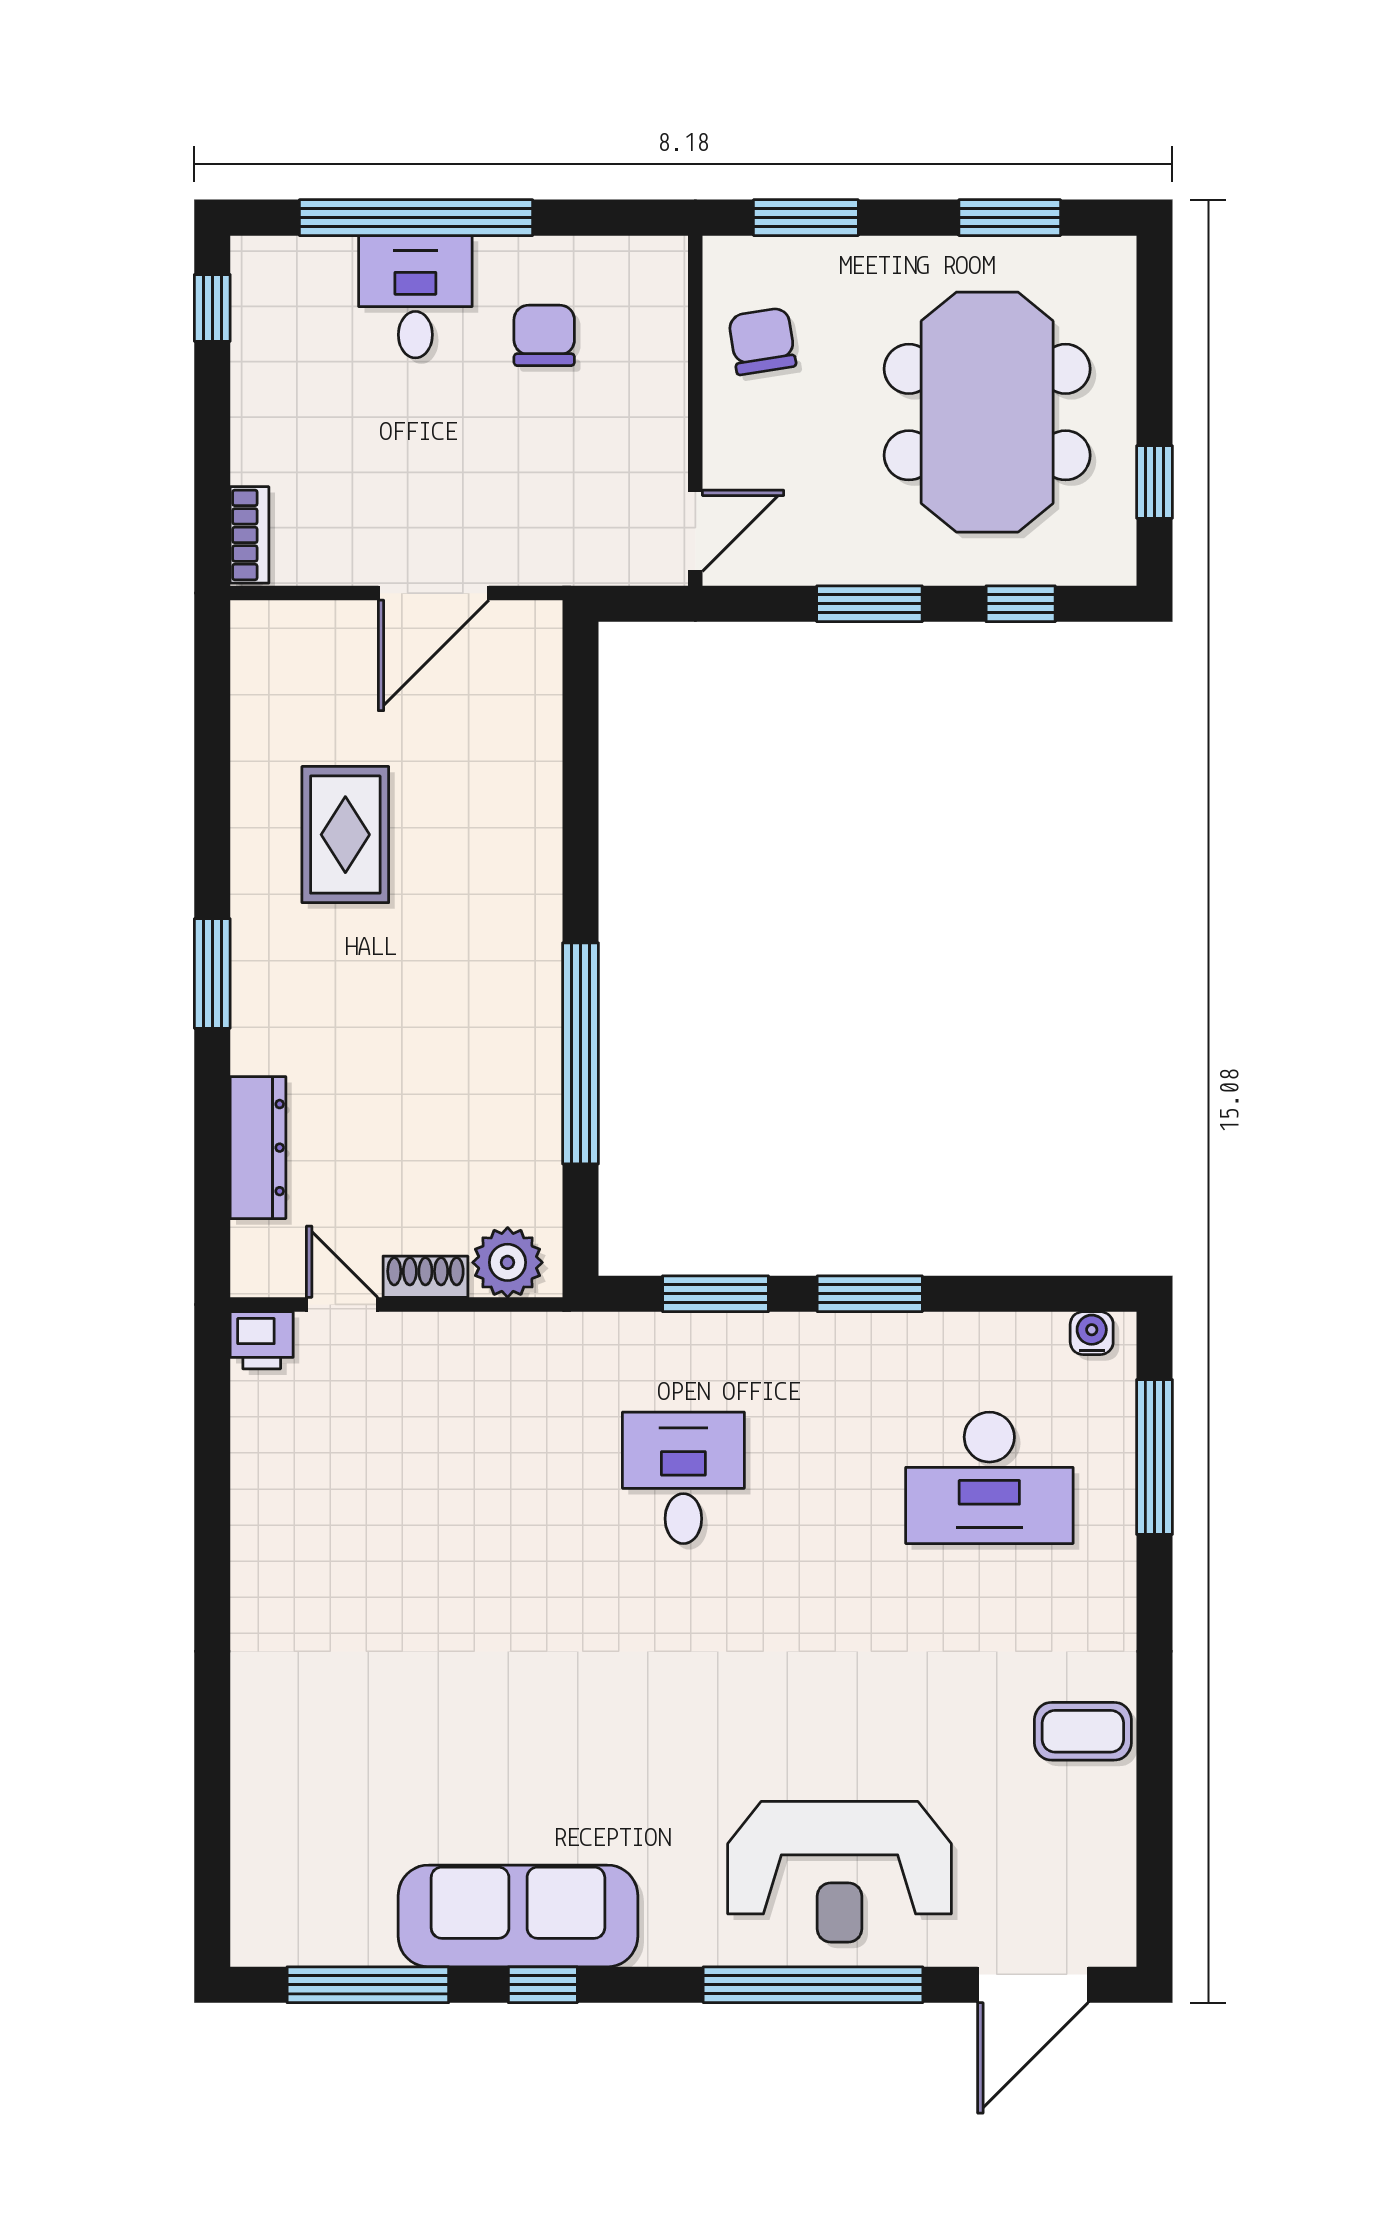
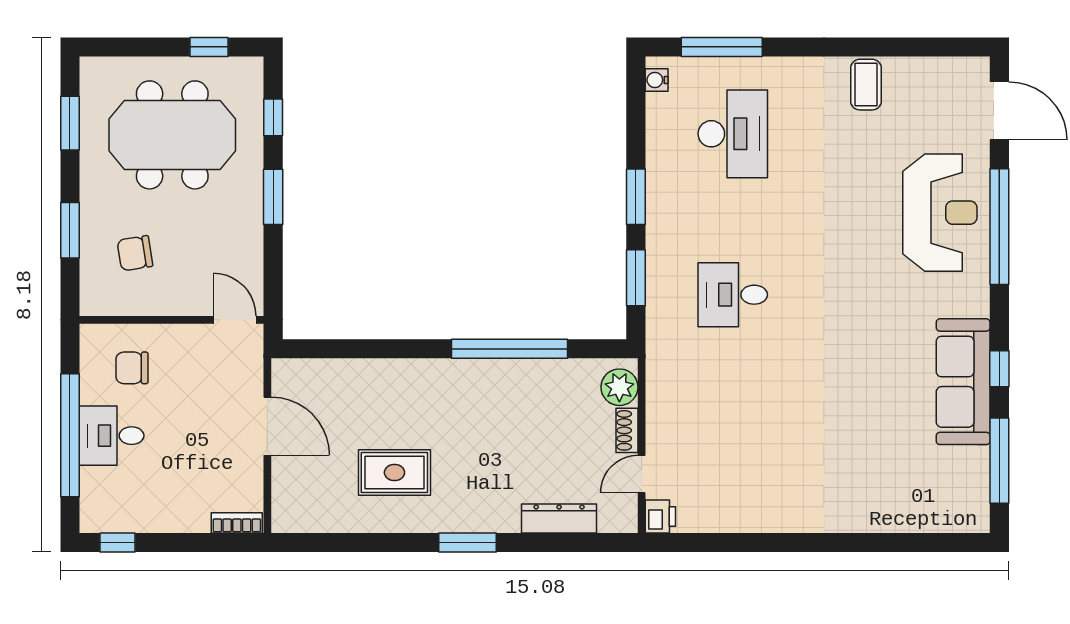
wall: (695, 411) -> (172, 320), moved
door: (695, 531) -> (235, 320), moved

